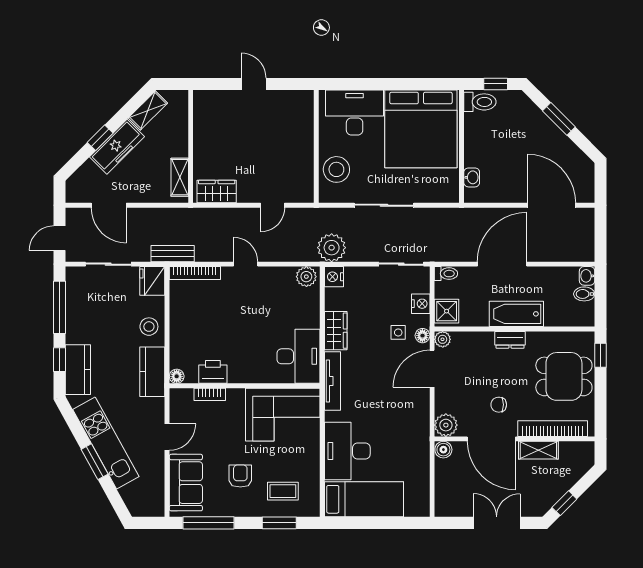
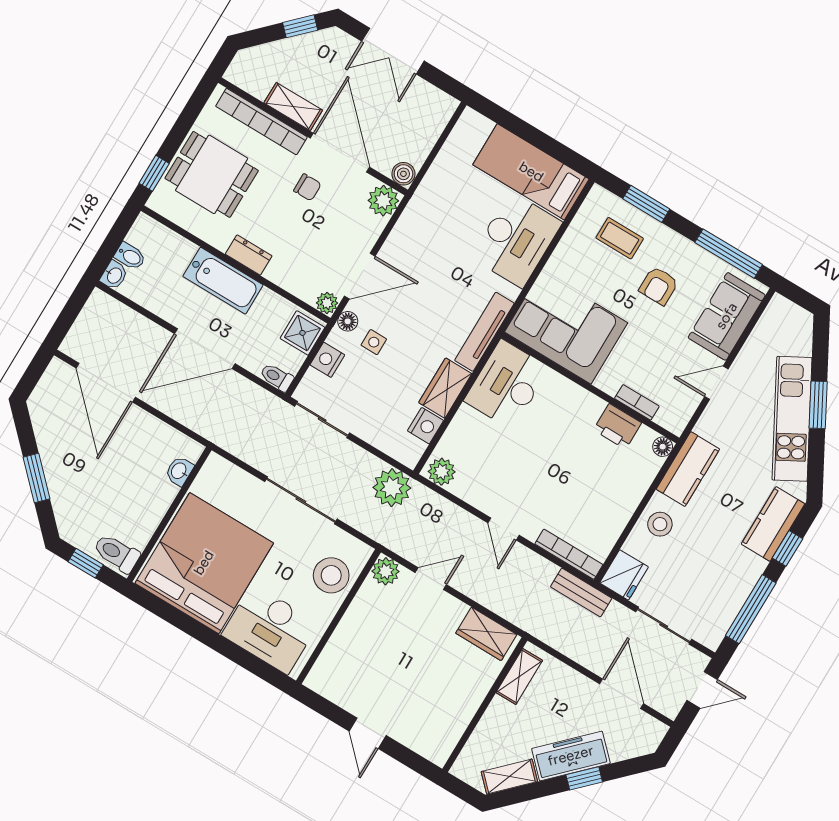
plant: (304, 193) -> (386, 571), added
nightstand: (334, 277) -> (425, 426), moved

